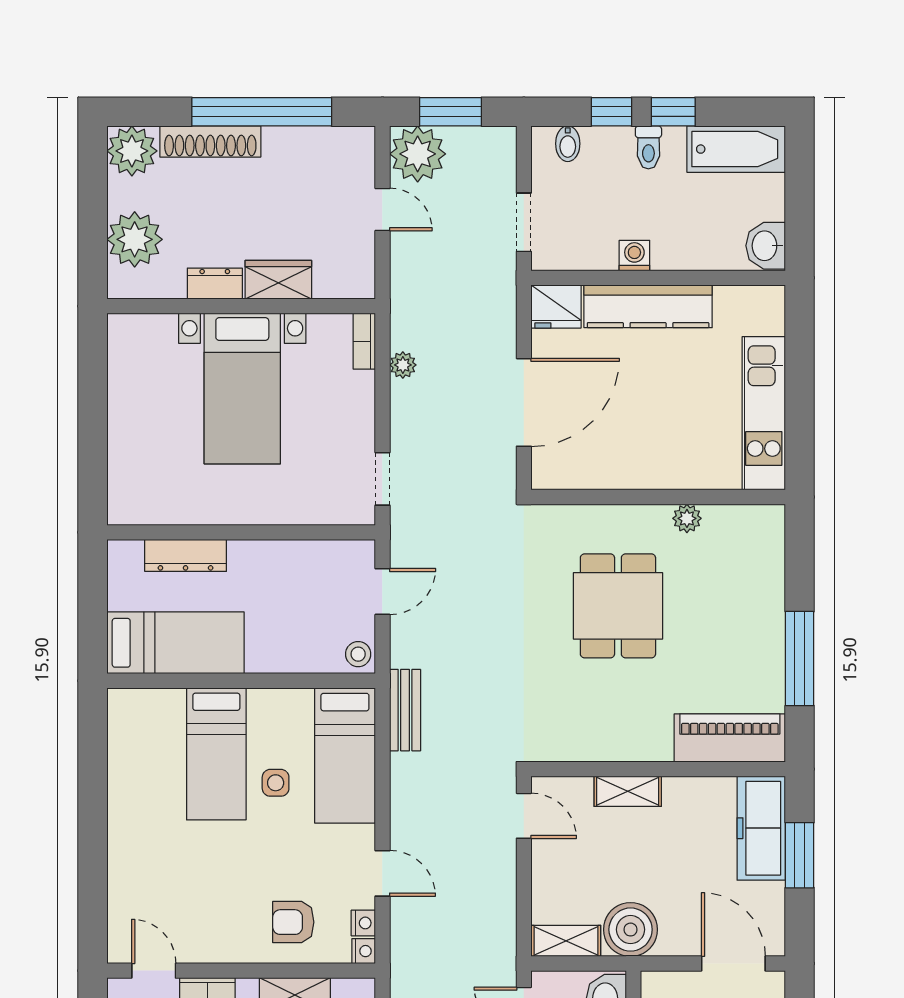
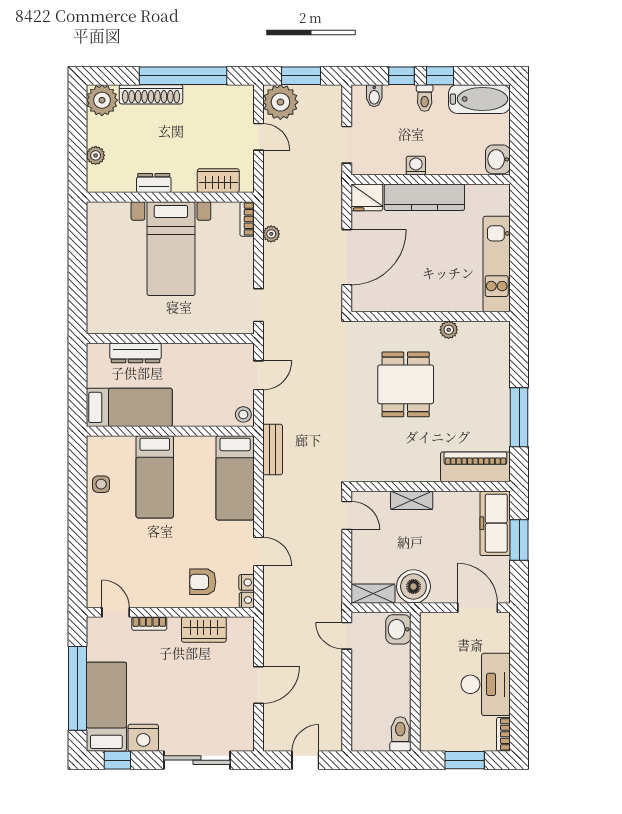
plant: (135, 239) -> (96, 155), width x0.53, depth x0.53
wardrobe: (278, 280) -> (218, 181), moved
side table: (276, 783) -> (101, 484), moved

